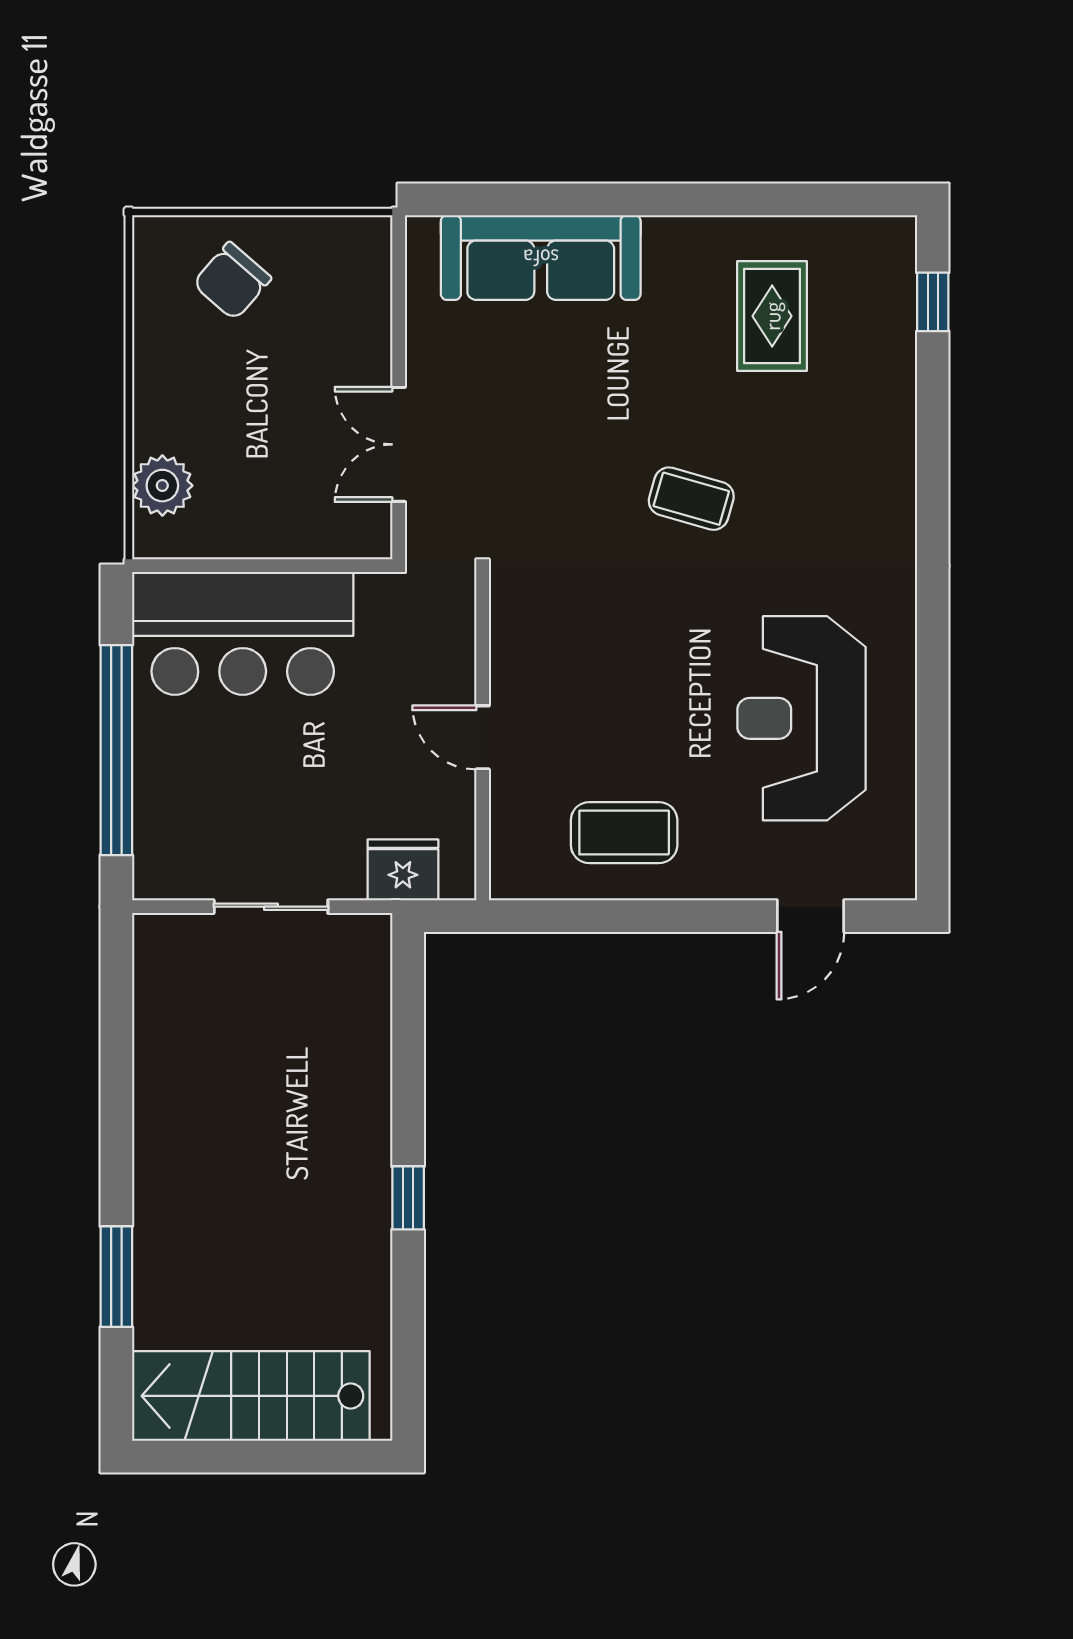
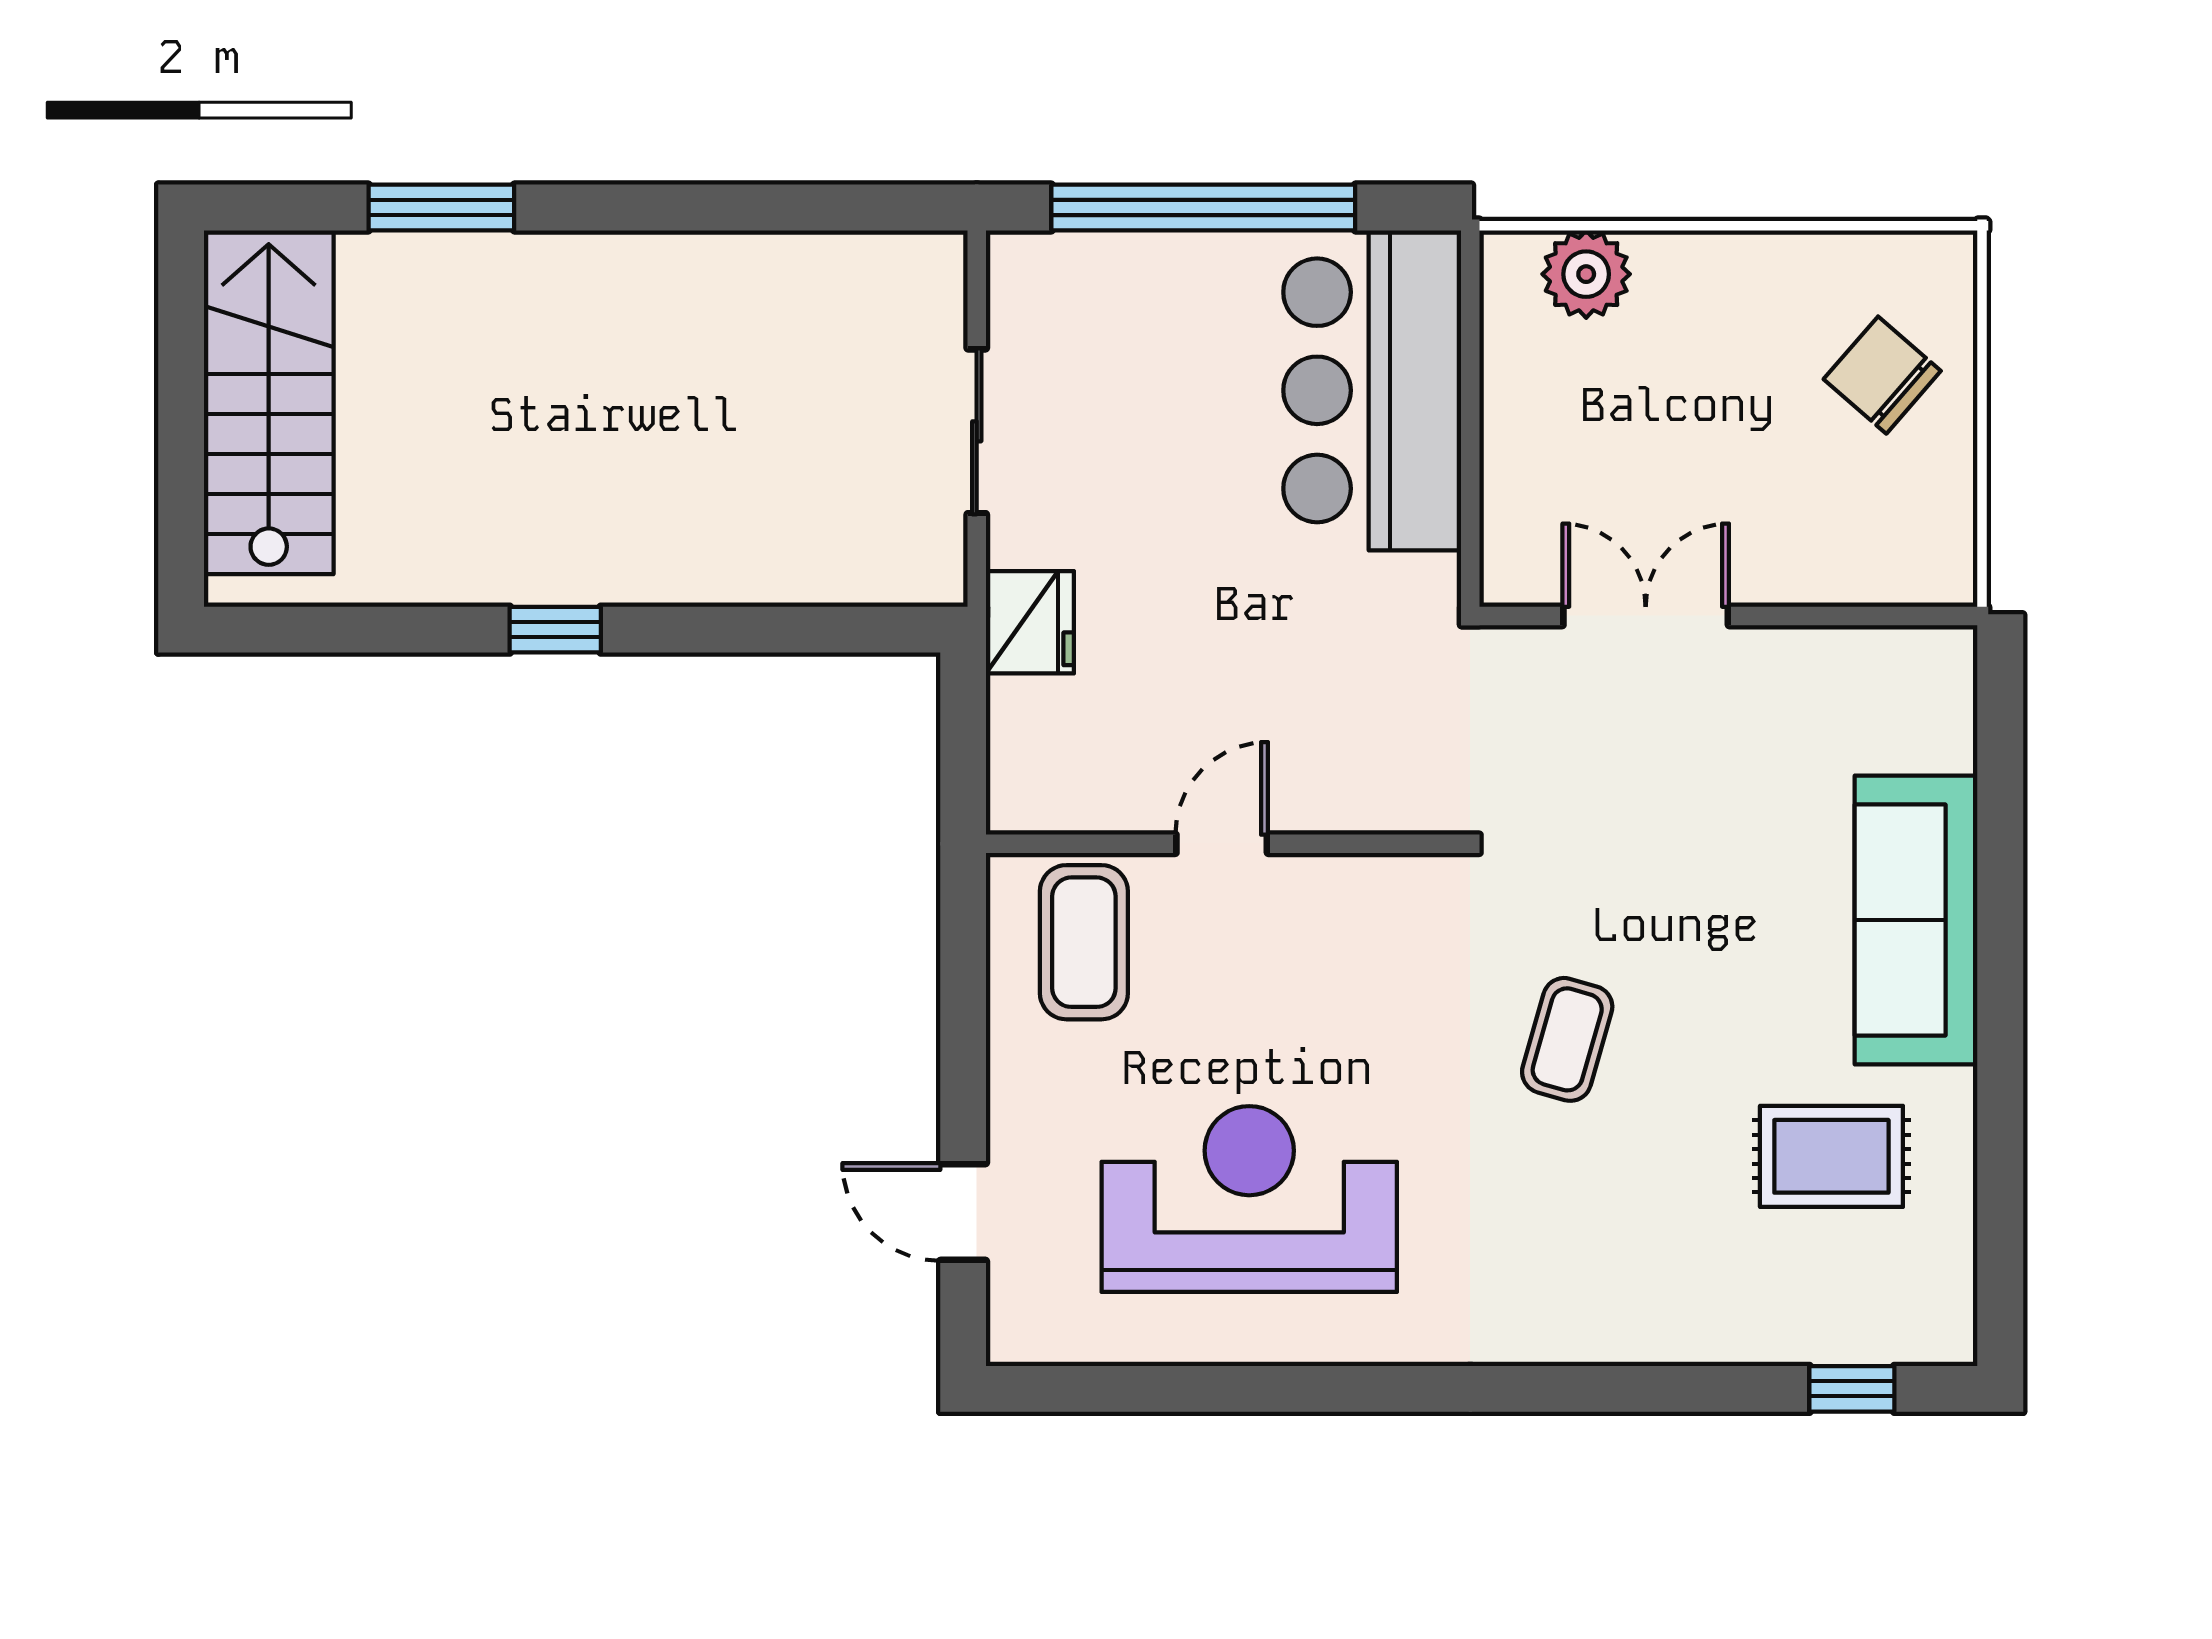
sofa: (541, 258) -> (1916, 920), moved
wall: (483, 736) -> (1224, 844), moved
door: (483, 737) -> (1222, 844), moved

